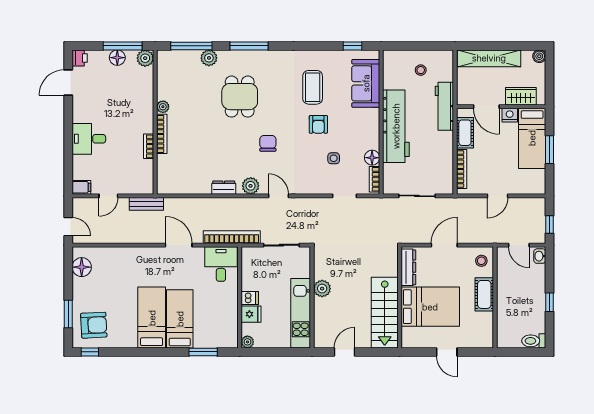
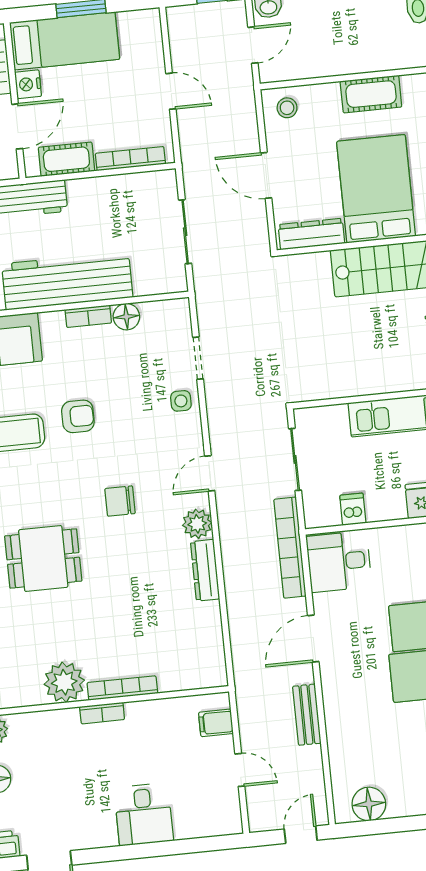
plant: (163, 107) -> (64, 682), width x1.88, depth x1.88
bookcase: (149, 146) -> (102, 713), moved
side table: (334, 158) -> (181, 401), moved
bookcase: (374, 179) -> (88, 316), moved
filing cabinet: (81, 187) -> (216, 723), moved, turned -90
dresser: (224, 188) -> (205, 570), width x1.44
bench: (146, 204) -> (307, 715), moved
plant: (322, 289) -> (364, 381), removed
cot: (484, 294) -> (371, 94), moved
dishwasher: (250, 298) -> (353, 509), moved

